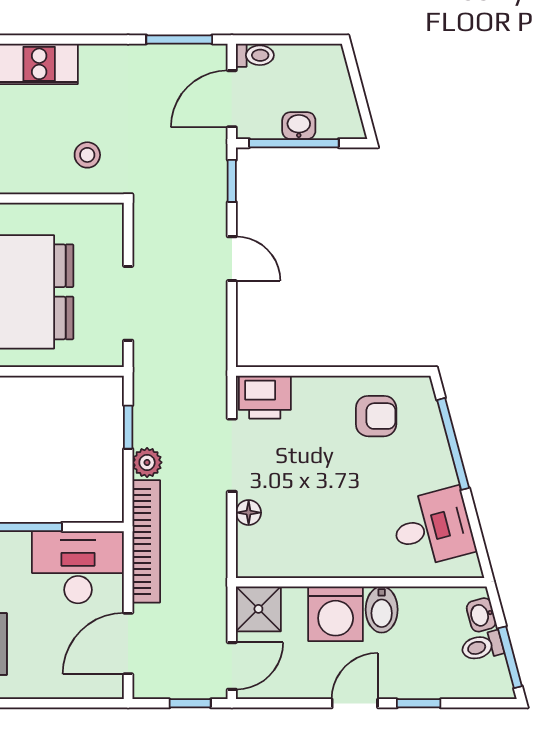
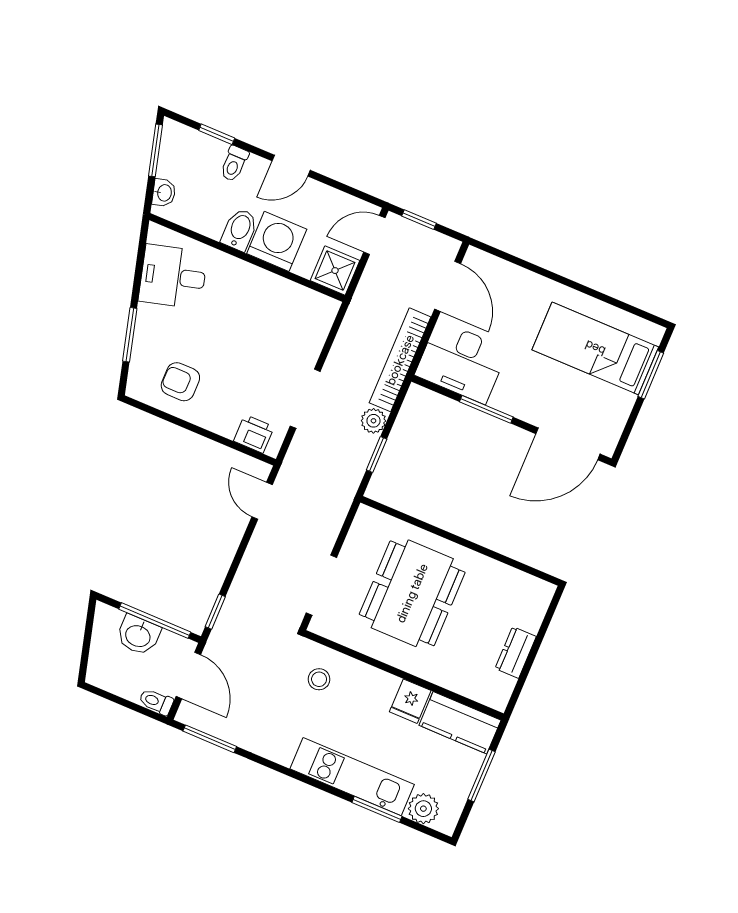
door: (232, 99) -> (188, 675), hinge flipped
washbasin: (299, 126) -> (138, 635), width x1.38, depth x1.45
door: (232, 259) -> (262, 501), moved
doorway: (128, 303) -> (321, 585), moved
printer: (265, 397) -> (254, 434), width x0.73, depth x0.81
window: (453, 444) -> (130, 335), width x0.69
floor lamp: (249, 513) -> (311, 349), removed
door: (128, 643) -> (448, 286), hinge flipped
toilet: (482, 646) -> (234, 164), moved, turned 105
window: (419, 703) -> (217, 134), moved

